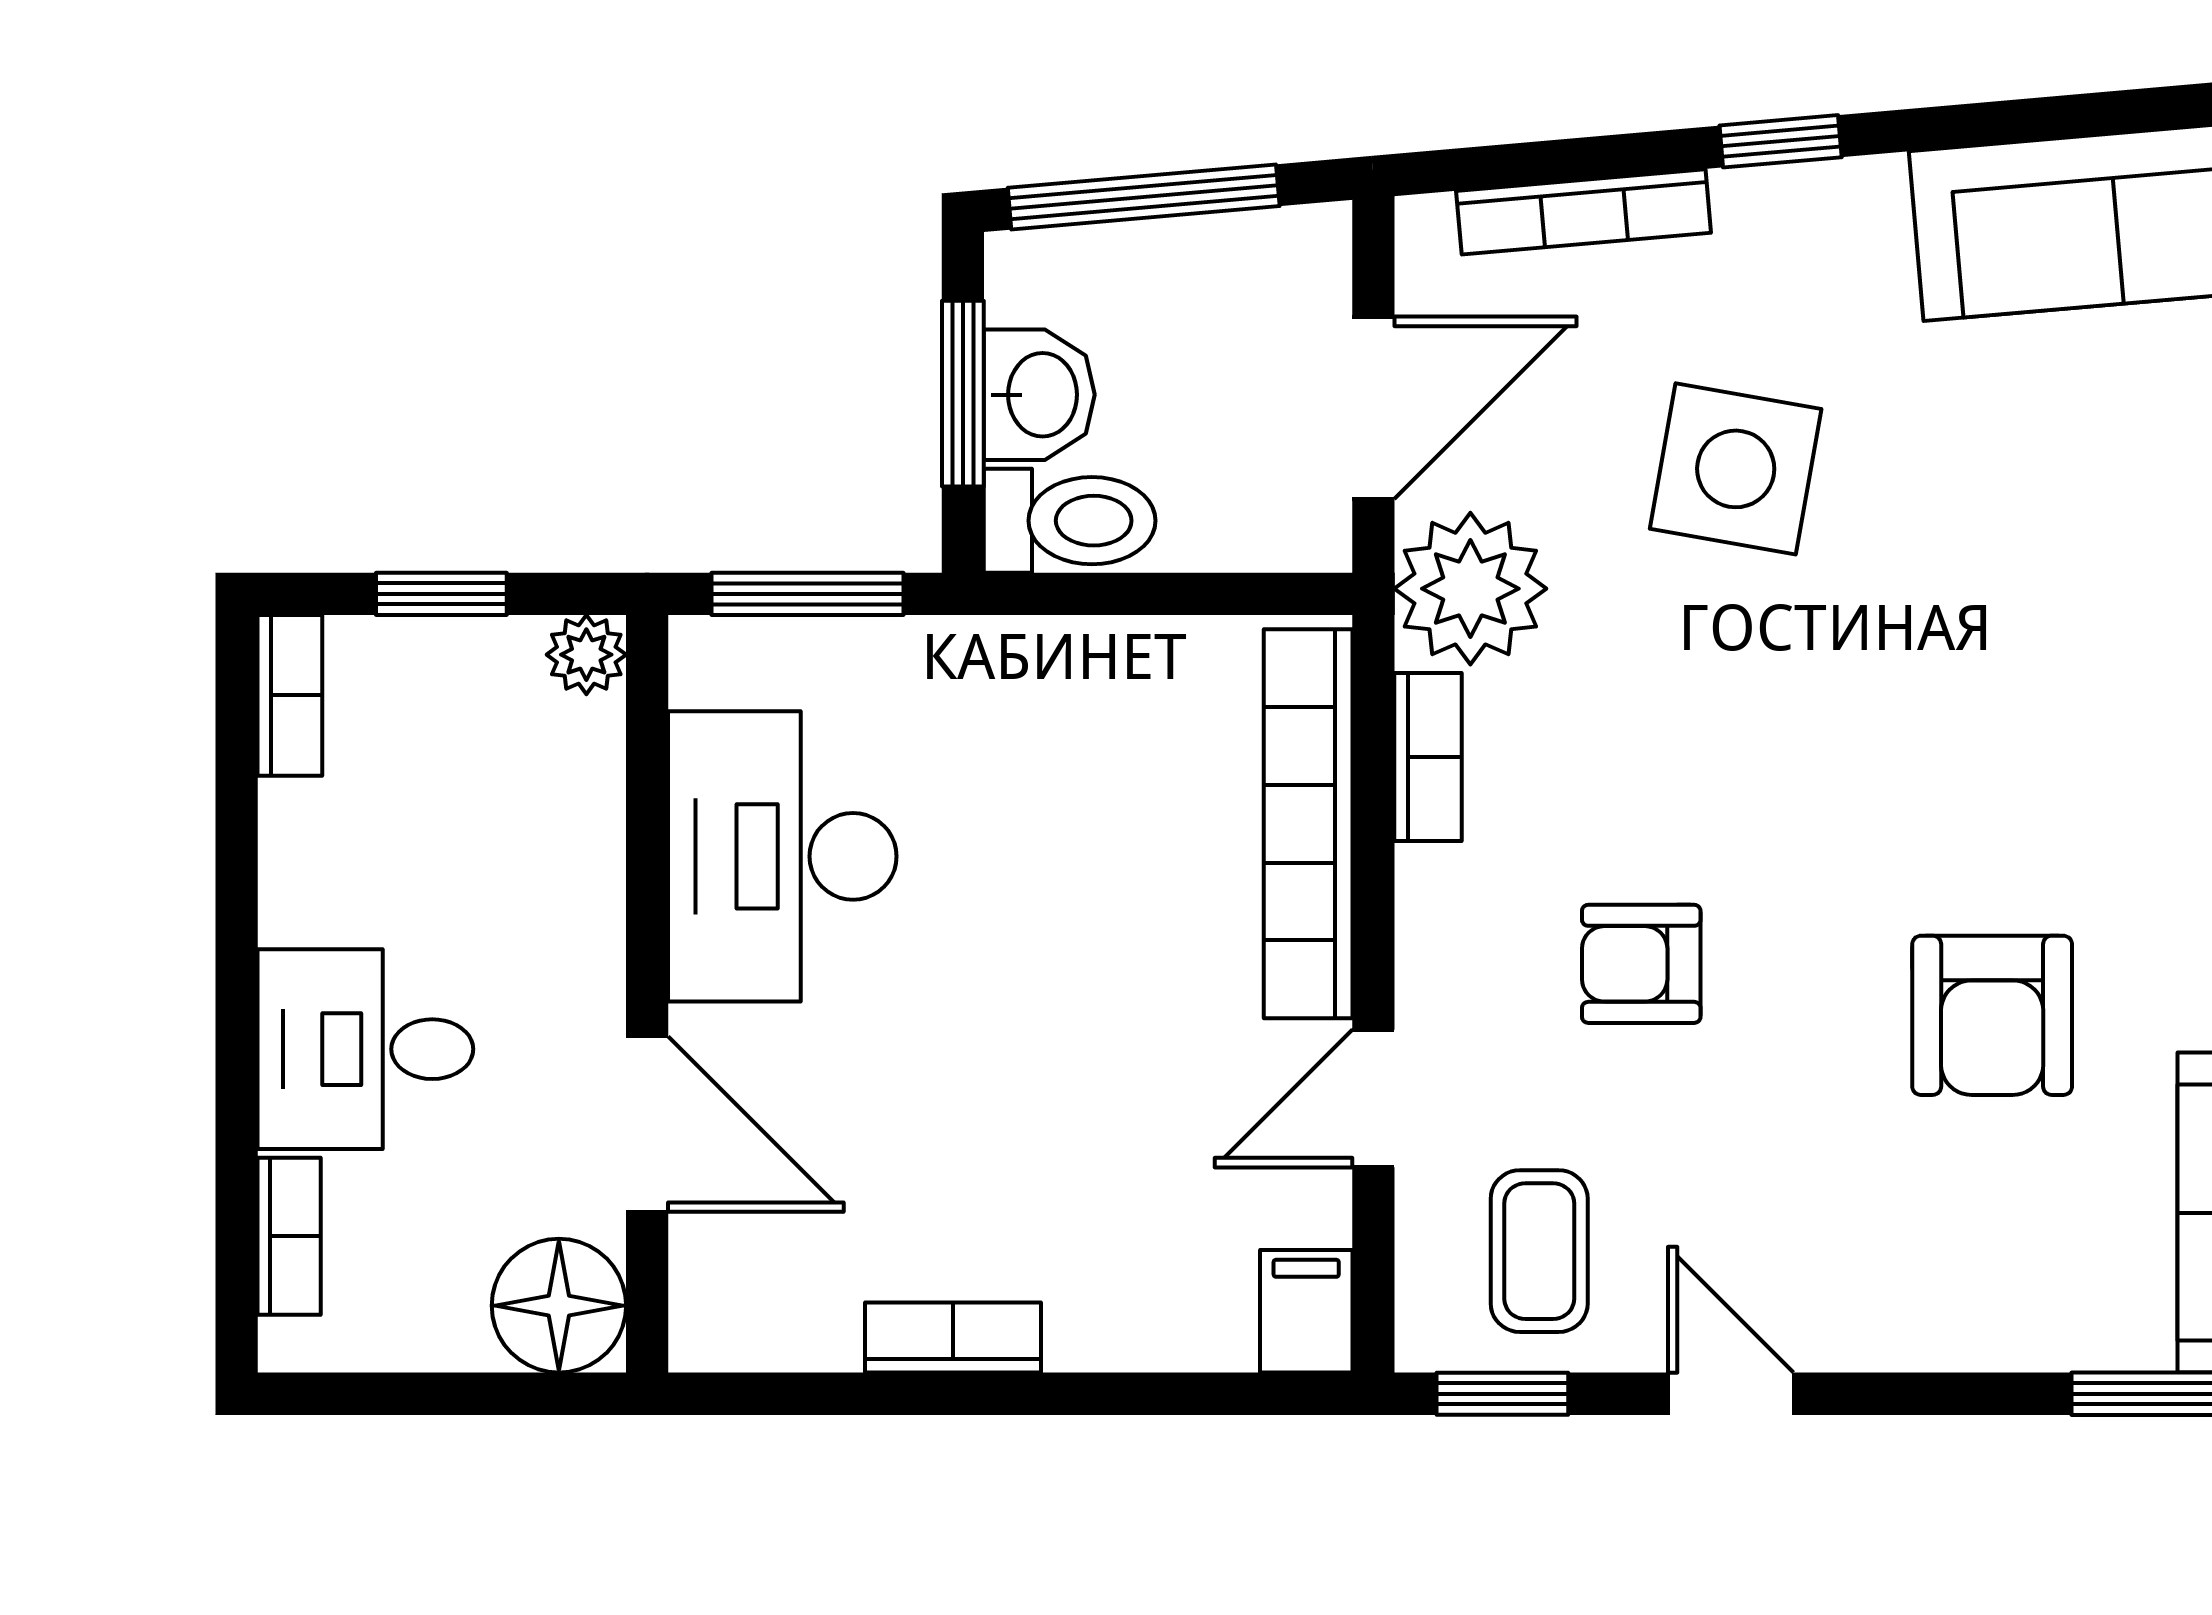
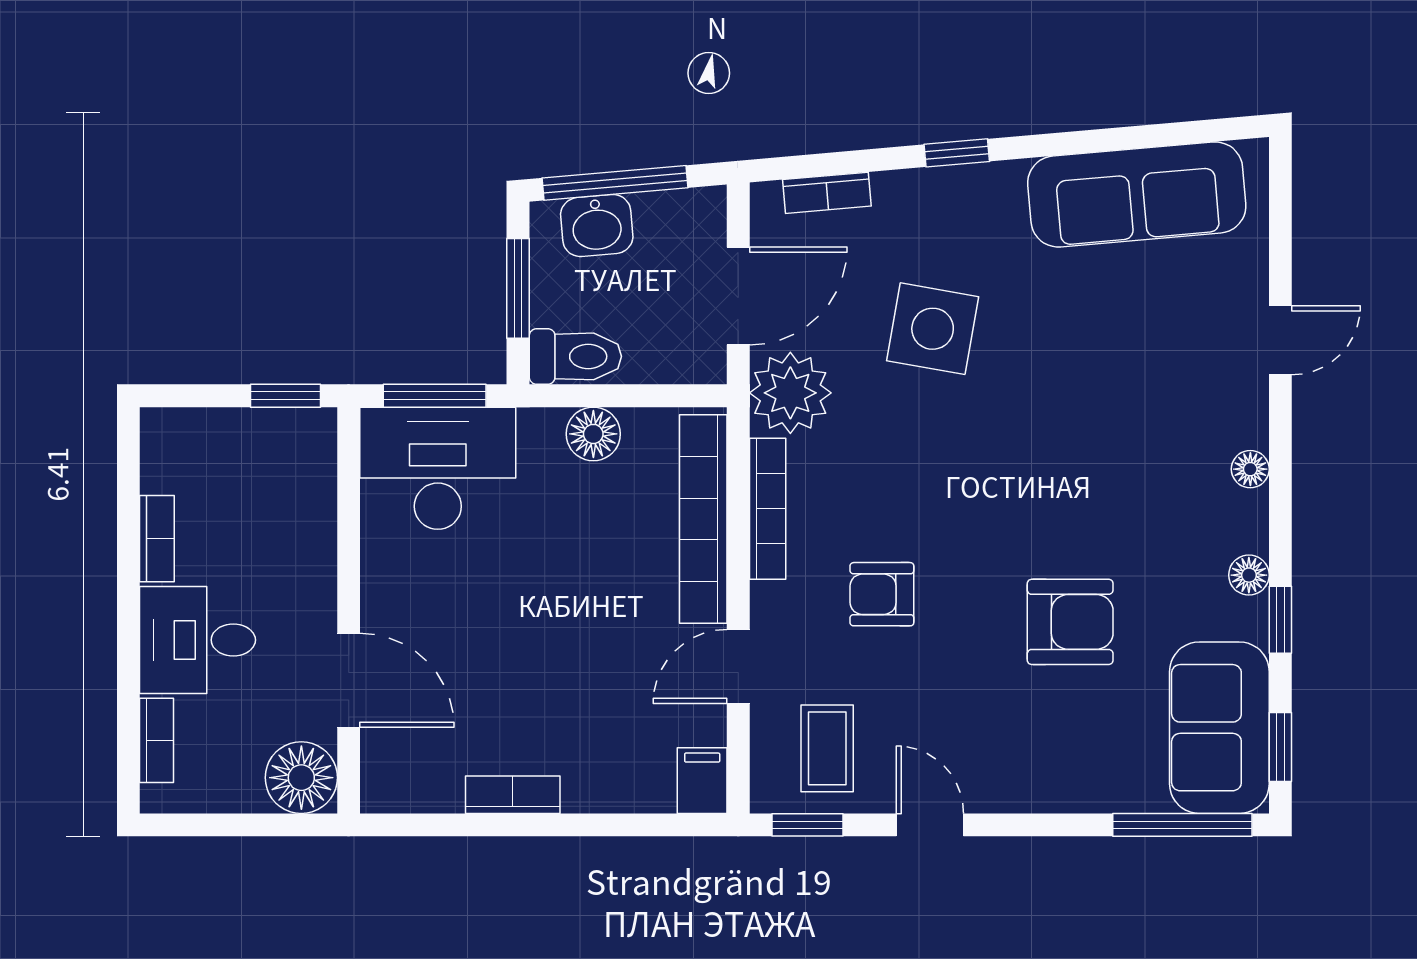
bookcase: (1584, 212) -> (827, 193), width x0.64
washbasin: (1039, 395) -> (597, 226), moved, turned 85
window: (441, 594) -> (285, 396), moved
plant: (586, 655) -> (316, 428), removed
floor lamp: (1103, 665) -> (593, 434), added
bookcase: (290, 695) -> (157, 539), moved
bookcase: (1428, 757) -> (768, 509), width x1.56
desk: (782, 856) -> (438, 468), moved, turned 90
armchair: (1992, 1015) -> (1070, 622), turned -90

